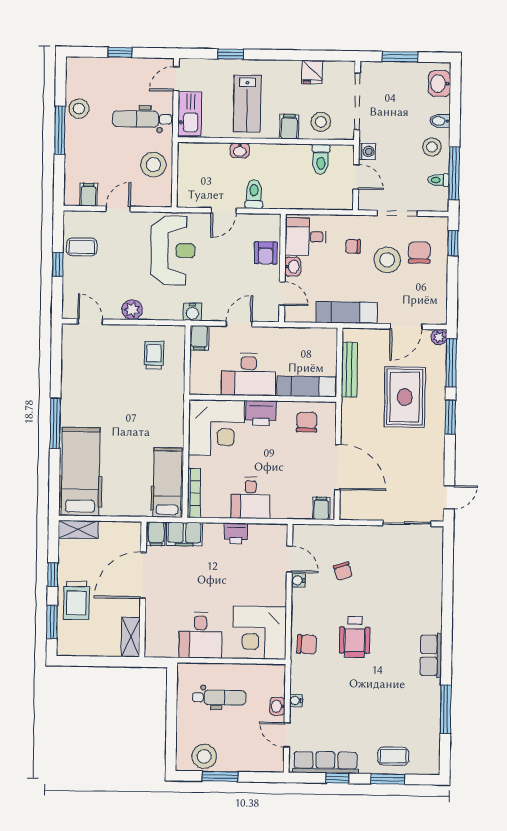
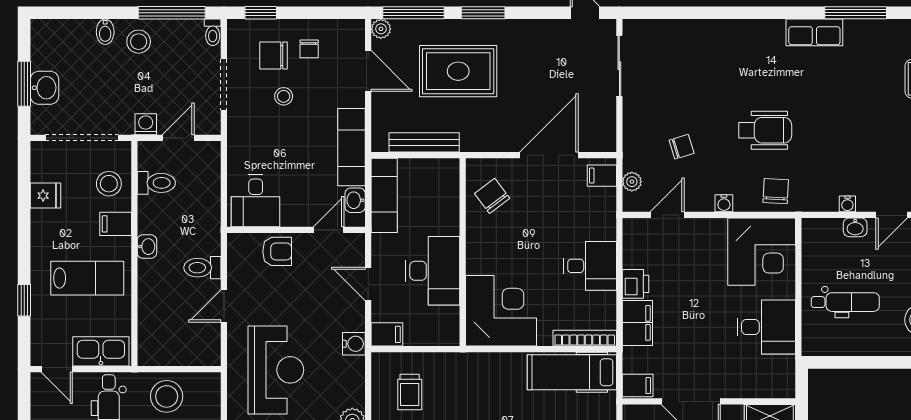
washbasin: (440, 84) -> (44, 88), moved, turned -90
washbasin: (240, 150) -> (147, 247), moved
toilet: (439, 180) -> (213, 32), moved
door: (224, 211) -> (224, 306), swing flipped
chair: (353, 246) -> (309, 49), moved
reception desk: (173, 250) -> (276, 370), turned 90
stool: (387, 260) -> (284, 96), width x0.53, depth x0.53
washbasin: (293, 267) -> (355, 200), moved, turned -90
trolley: (154, 355) -> (410, 392), turned -90
exam couch: (306, 386) -> (384, 195), moved, turned 180
printer: (261, 413) -> (481, 254), removed
chair: (307, 422) -> (492, 196), turned 53
plant: (316, 532) -> (632, 182), added
filing cabinet: (184, 534) -> (637, 323), moved
water cooler: (298, 580) -> (724, 203), moved
row of seats: (431, 655) -> (814, 32), moved
dental chair: (219, 698) -> (845, 302), turned 90

